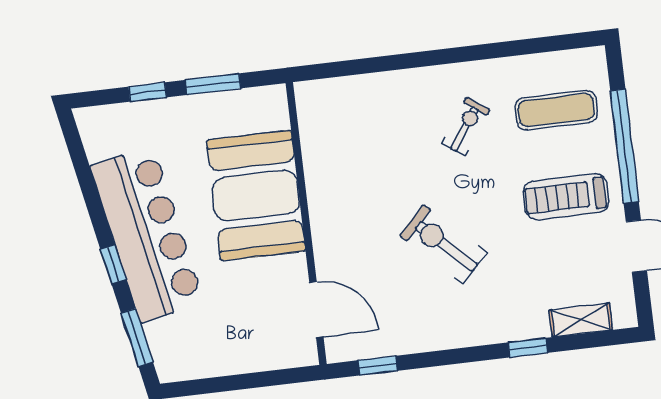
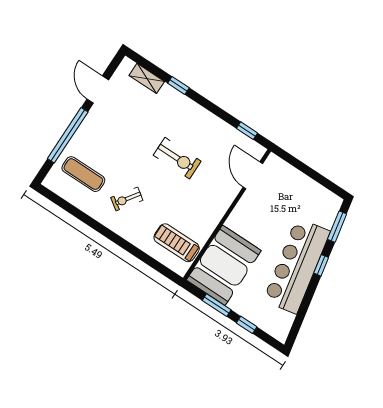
booth: (256, 196) -> (224, 265), moved
treadmill: (566, 197) -> (177, 243), moved, turned 180
exercise bike: (443, 244) -> (177, 158), turned -44

